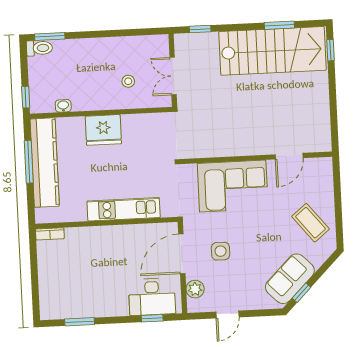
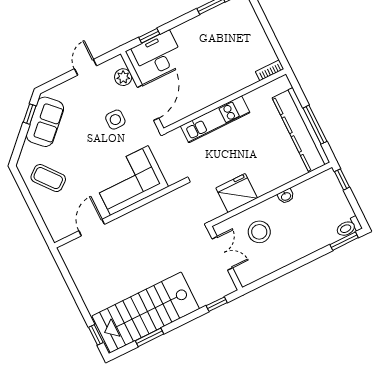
stool: (128, 81) -> (259, 232), width x1.89, depth x1.89
washbasin: (63, 106) -> (286, 196), moved
fridge: (103, 130) -> (237, 193), moved

